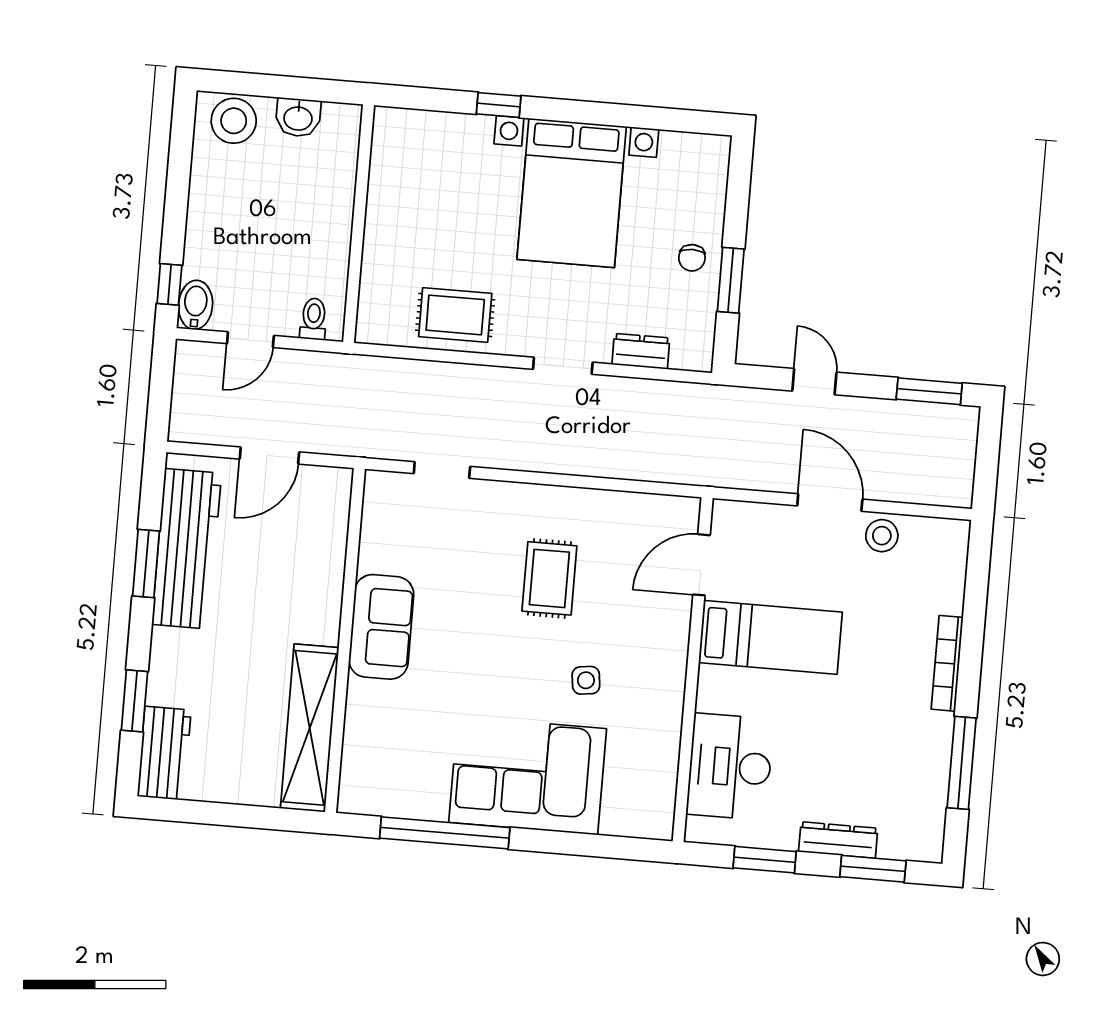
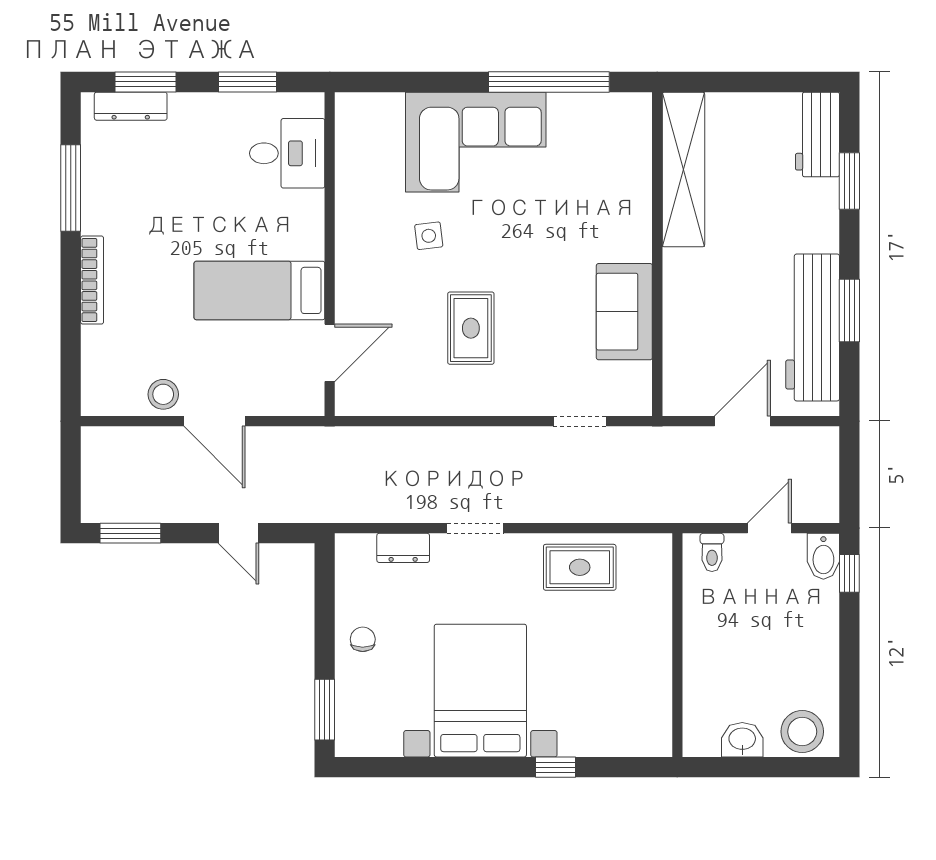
window: (731, 280) -> (325, 710), moved
sofa: (381, 627) -> (624, 312), moved
desk: (730, 767) -> (287, 153), width x0.73
dresser: (838, 840) -> (131, 106), moved

